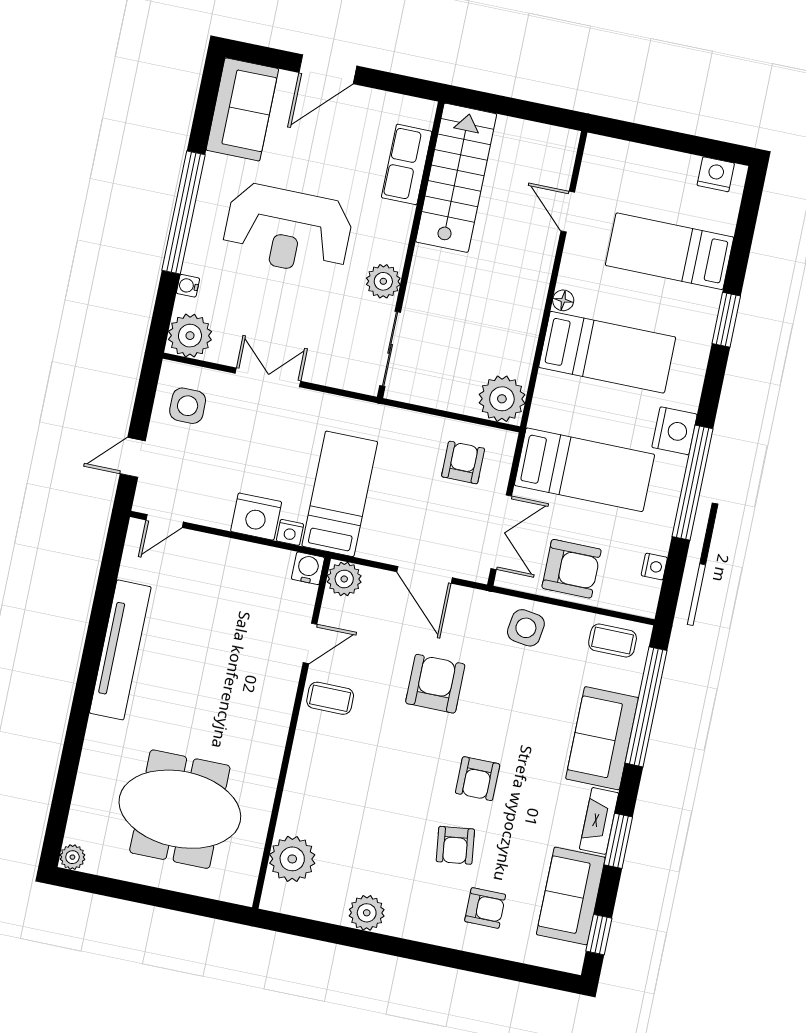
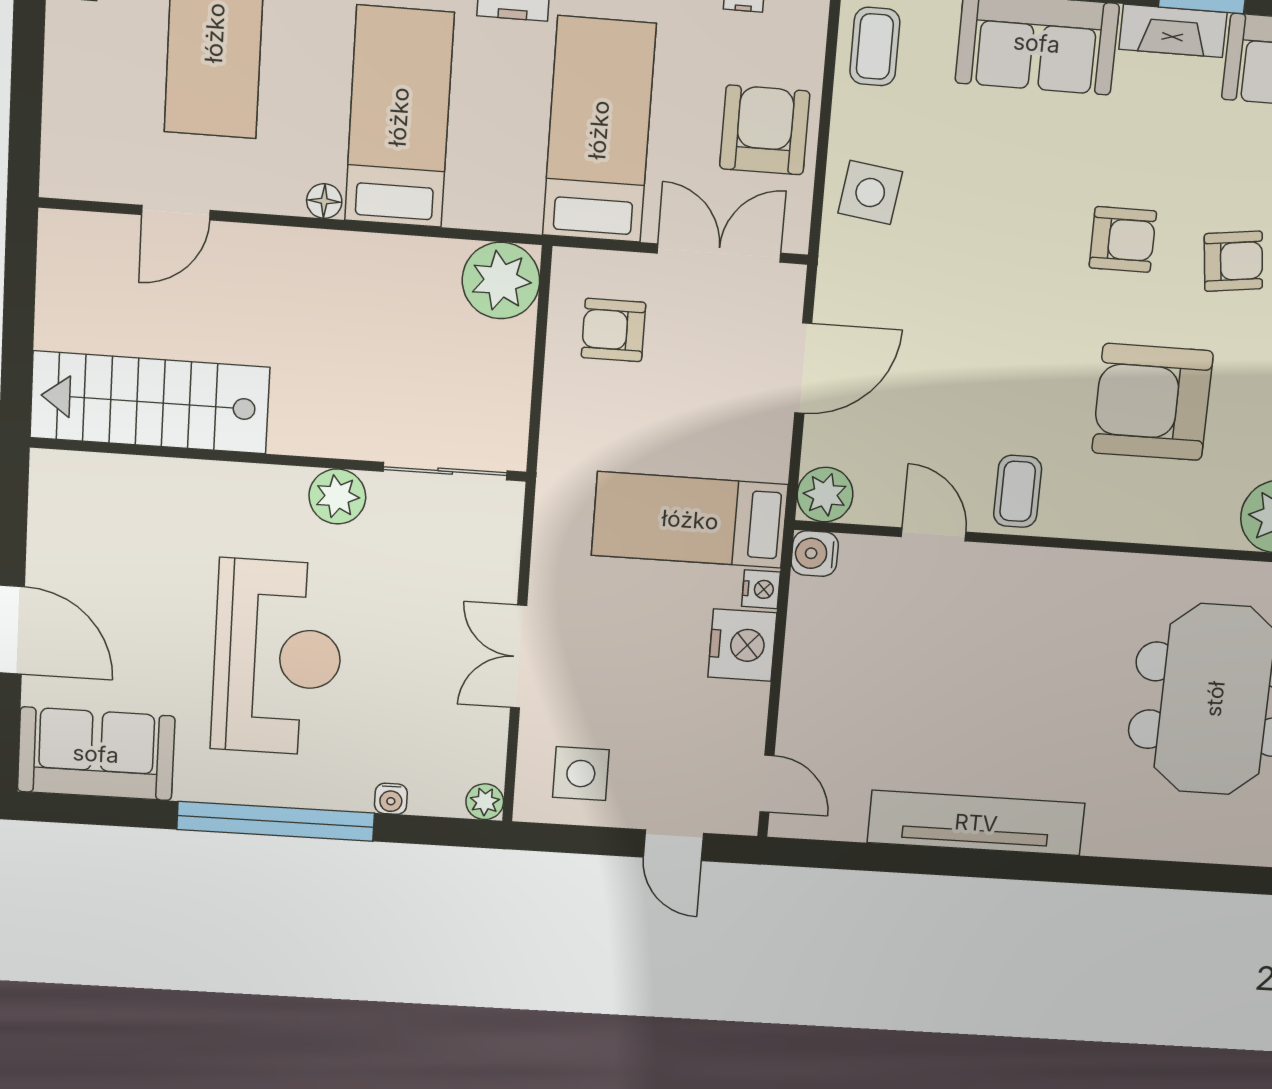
row of seats: (407, 164) -> (141, 484), removed
plant: (190, 336) -> (485, 802), width x0.53, depth x0.53
armchair: (435, 684) -> (1152, 402), moved, width x1.36, depth x1.36

